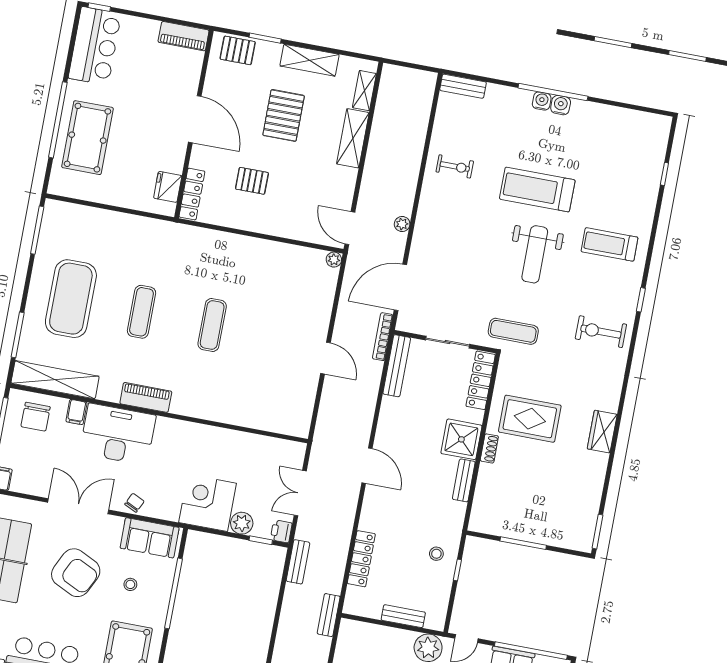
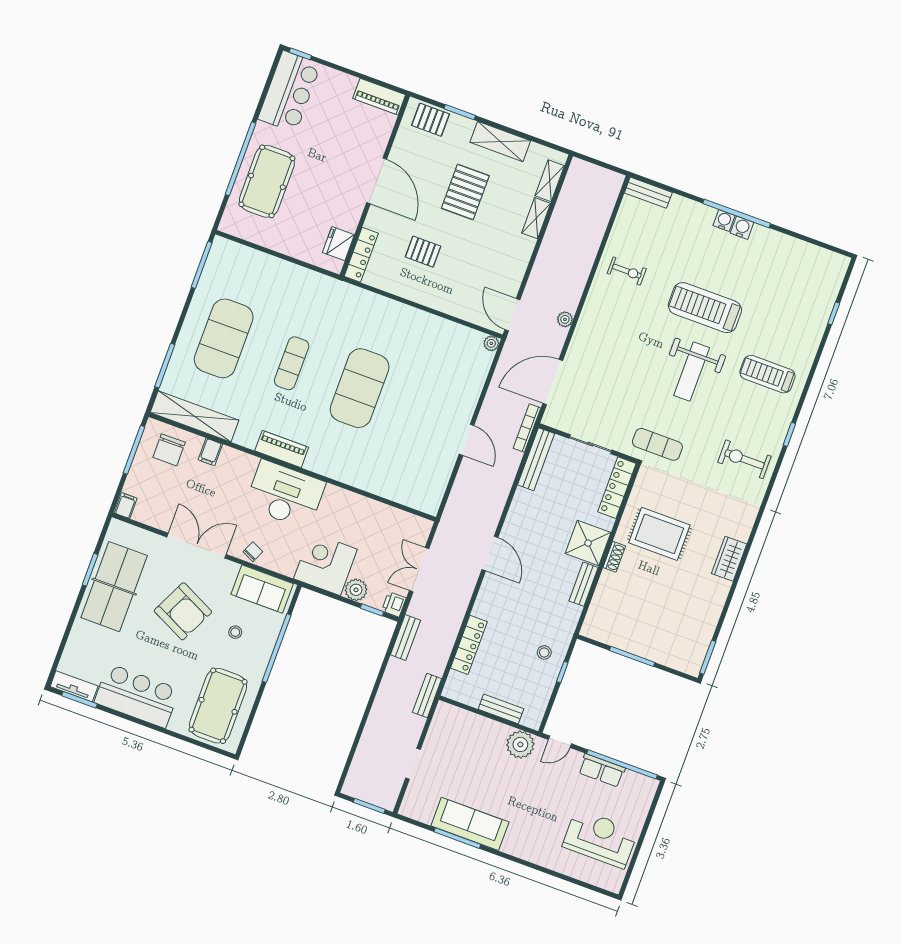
shelving: (353, 138) -> (536, 218), width x0.67, depth x0.75
exercise mat: (212, 325) -> (360, 388), width x2.00, depth x1.45
desk: (118, 434) -> (285, 495), moved

